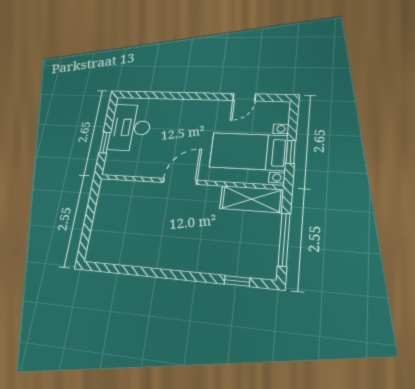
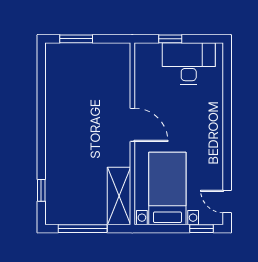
door: (244, 97) -> (227, 201), moved
window: (291, 152) -> (201, 229), moved
window: (87, 230) -> (76, 39), added

